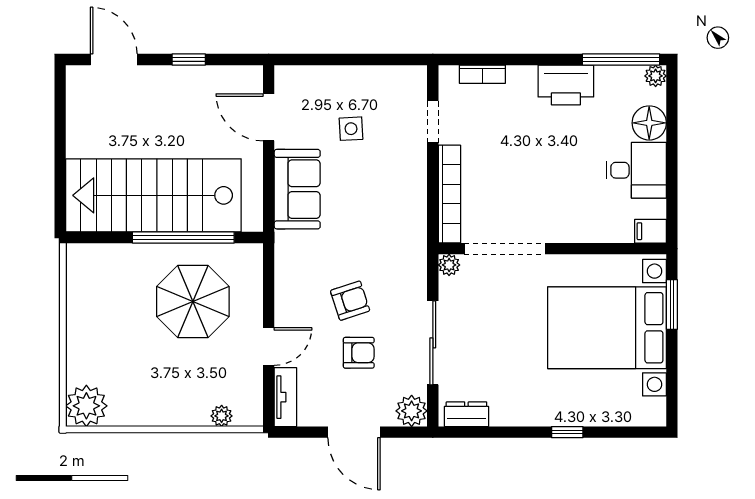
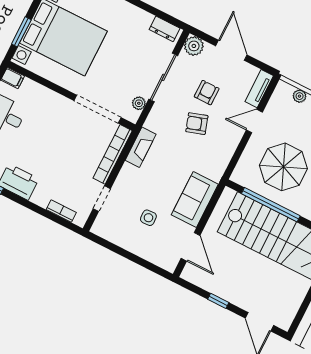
fireplace: (414, 225) -> (141, 147), added
plant: (449, 265) -> (139, 103), moved
armchair: (359, 353) -> (207, 93), turned 90

